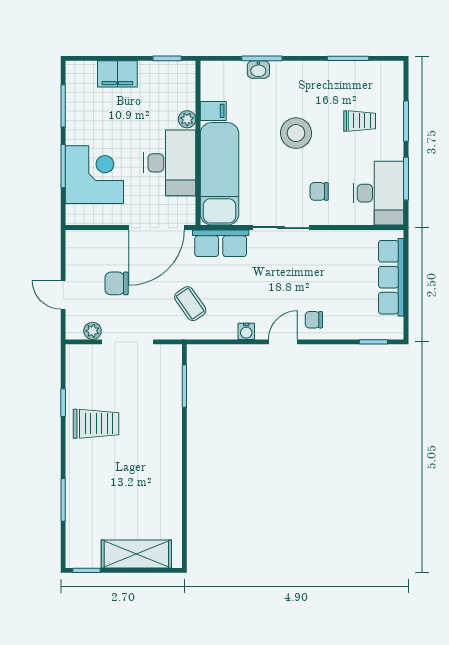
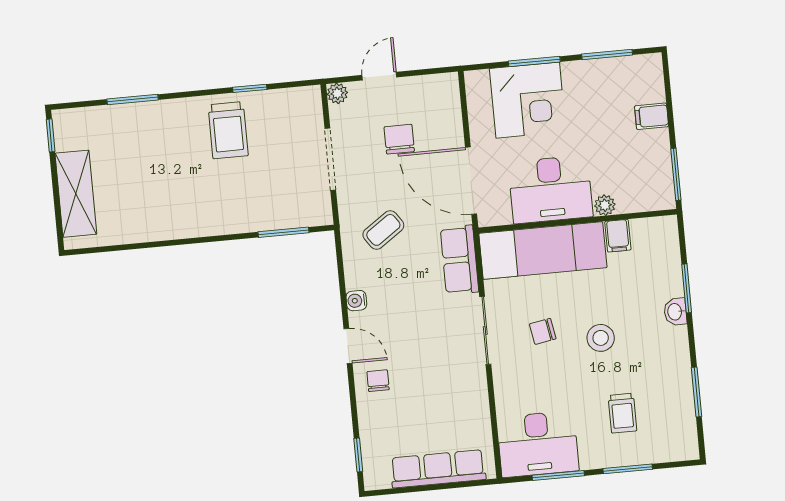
window: (167, 58) -> (676, 174), width x1.50
washbasin: (258, 70) -> (675, 312), moved
filing cabinet: (117, 74) -> (652, 116), width x0.50
stool: (296, 133) -> (601, 338), width x0.73, depth x0.73
chair: (319, 191) -> (543, 331), moved, turned -100
plant: (92, 331) -> (337, 93), moved

